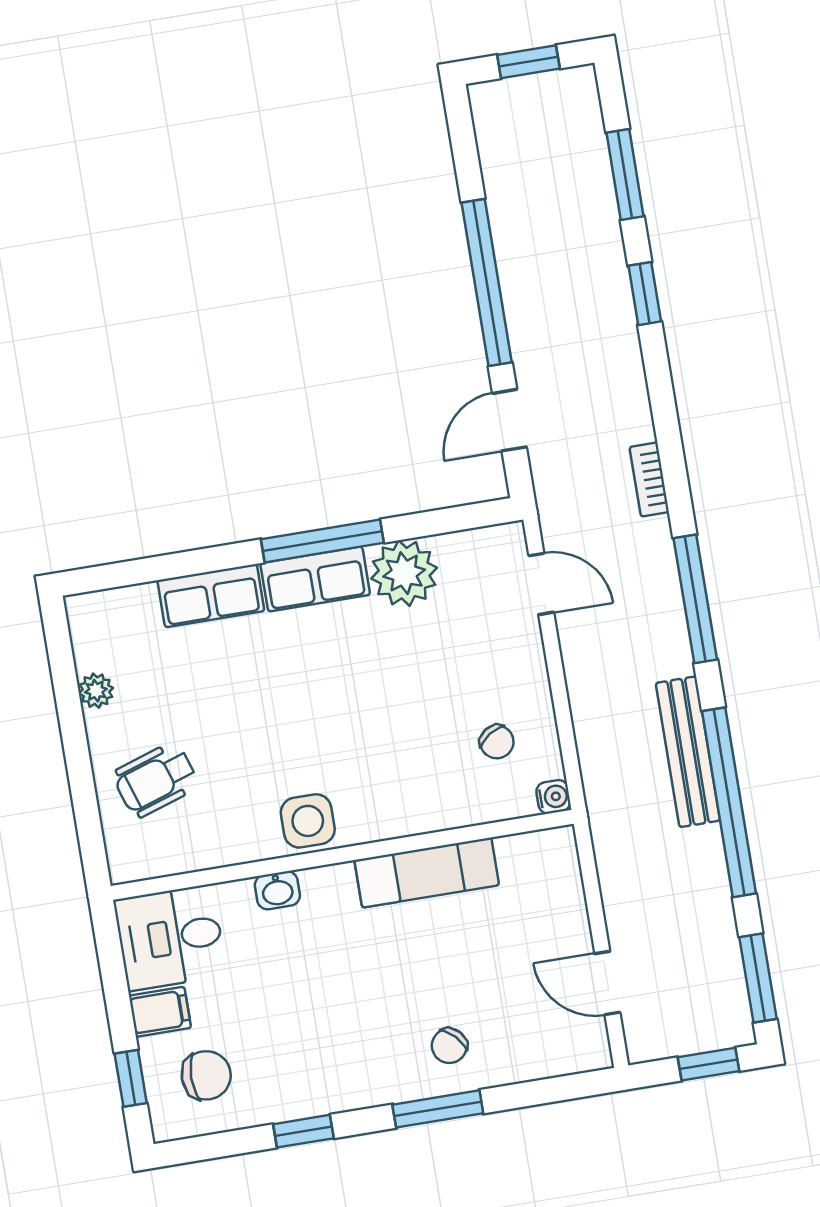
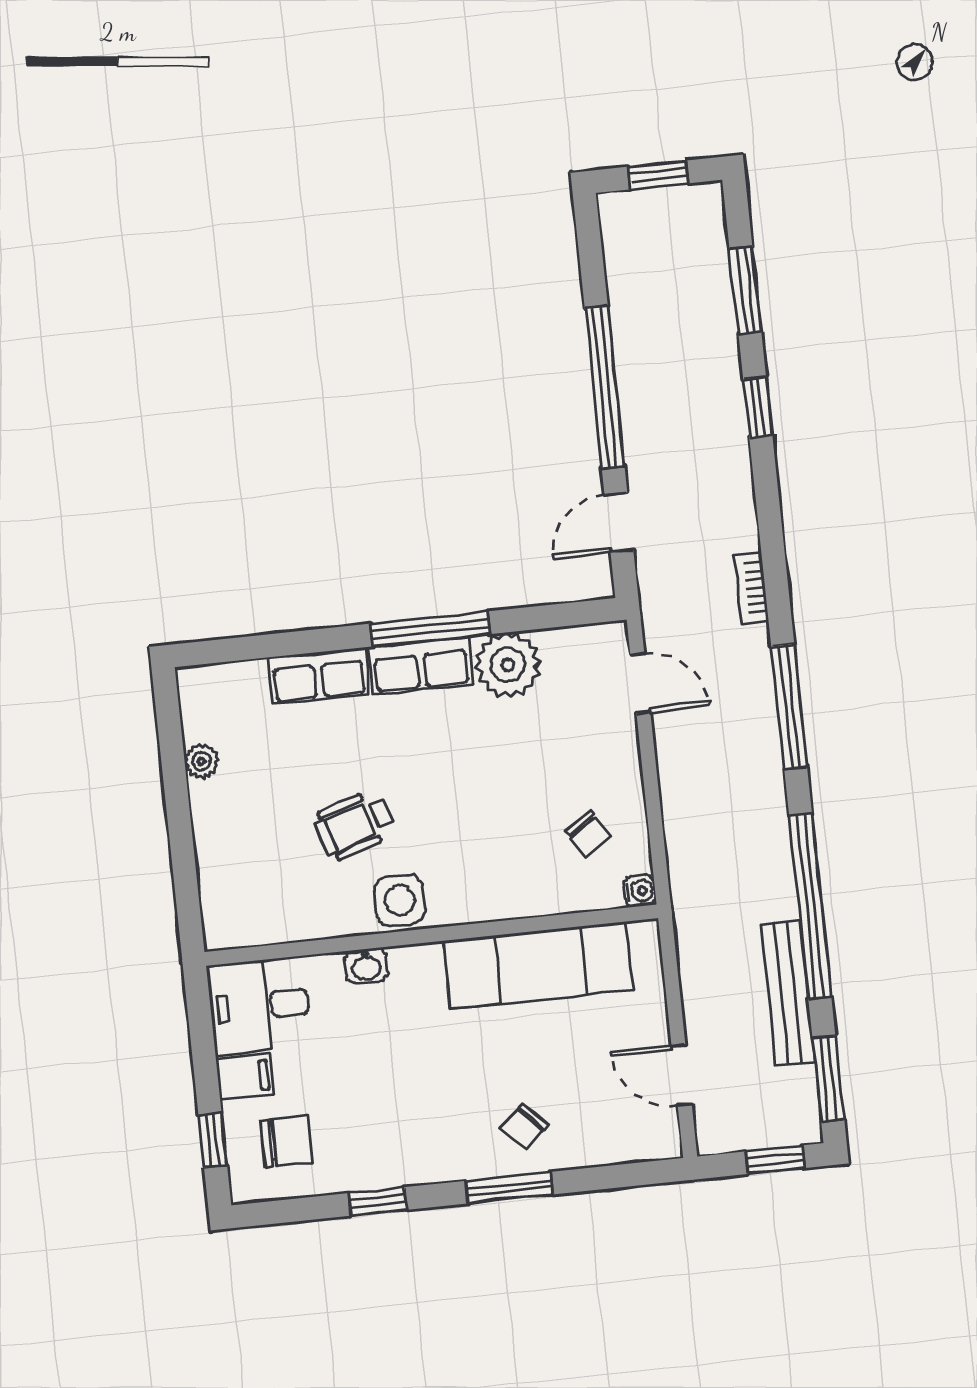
bench: (688, 752) -> (788, 993), moved
wheelchair: (156, 780) -> (355, 825), moved
exam couch: (427, 873) -> (538, 965), width x1.36, depth x1.45

